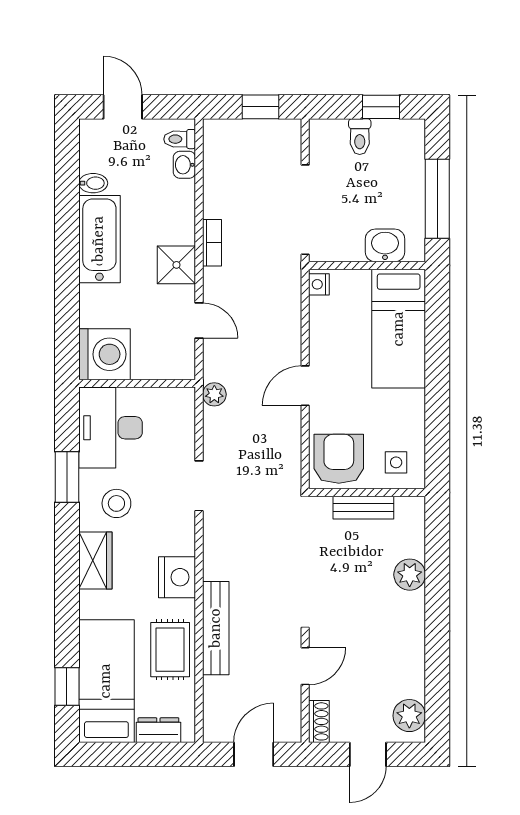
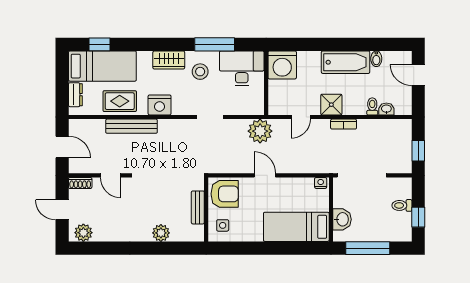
door: (123, 107) -> (418, 75), swing flipped
toilet: (180, 139) -> (372, 106), moved
plant: (214, 394) -> (260, 131), width x1.87, depth x1.87
window: (67, 477) -> (215, 44), width x1.44

